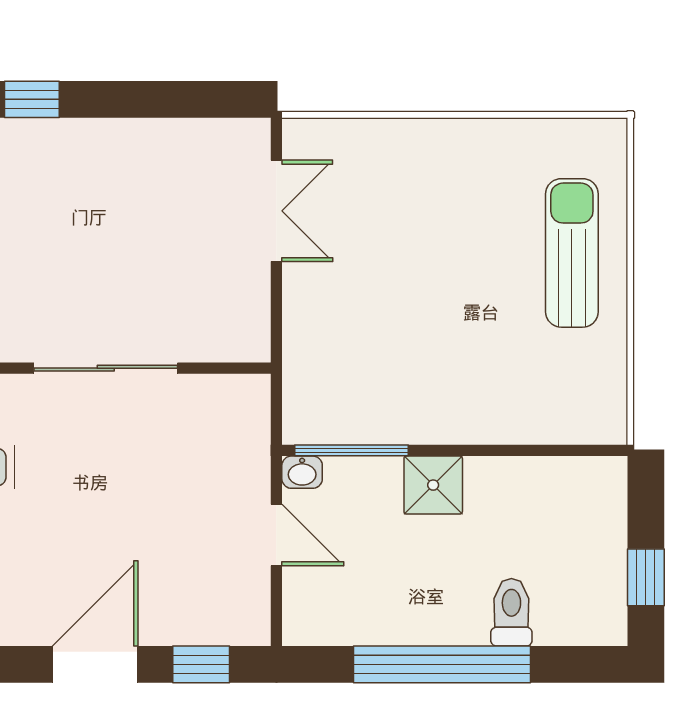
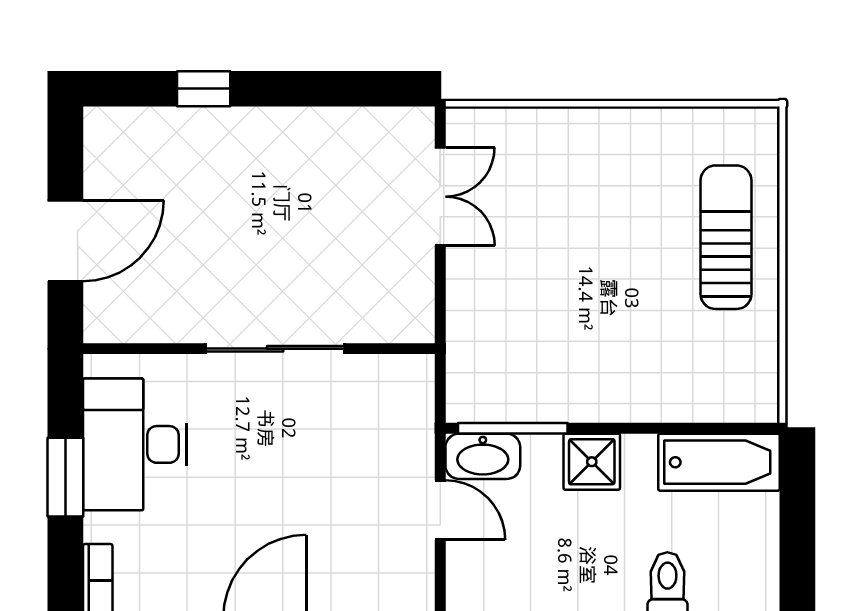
washbasin: (302, 472) -> (483, 456), width x1.91, depth x1.45
bathtub: (565, 486) -> (719, 462), added
window: (646, 577) -> (797, 551), removed

